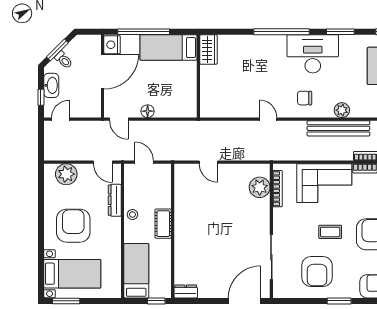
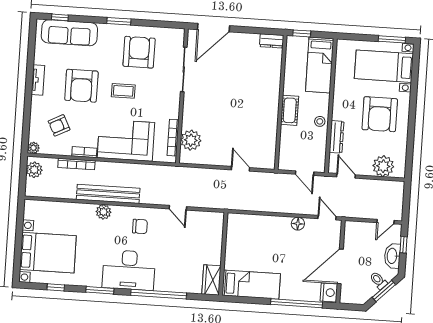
bed: (169, 48) -> (251, 285), moved
wardrobe: (208, 50) -> (211, 280), moved
wall: (198, 76) -> (223, 254), moved

